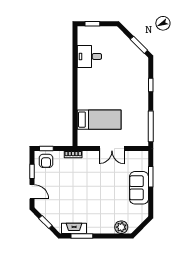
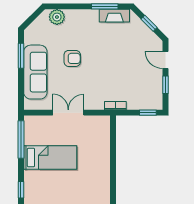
bed: (99, 120) -> (50, 158), moved, turned 180
armchair: (46, 161) -> (72, 58), moved, turned 90
window: (151, 177) -> (21, 56), moved
sofa: (139, 188) -> (35, 72), width x1.36

